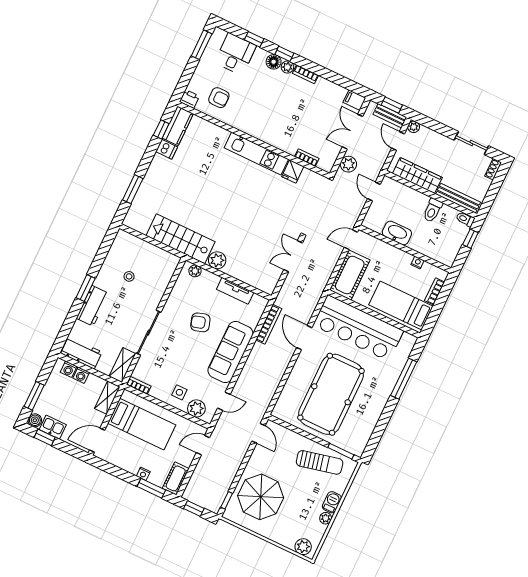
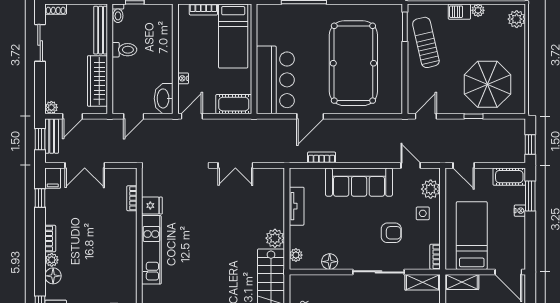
window: (284, 54) -> (40, 198), moved
plant: (348, 164) -> (119, 154), removed
washbasin: (397, 233) -> (164, 98), moved
door: (351, 240) -> (192, 116), swing flipped
nightstand: (417, 263) -> (183, 78), moved
cot: (350, 275) -> (234, 104), width x0.73, depth x0.75
floor lamp: (176, 296) -> (330, 262), added
armchair: (200, 322) -> (391, 233), moved, turned -73
bookcase: (269, 324) -> (322, 157), width x0.64
bar counter: (358, 328) -> (275, 80), width x0.73
pool table: (331, 394) -> (353, 63), turned 90
window: (227, 500) -> (474, 116), moved

